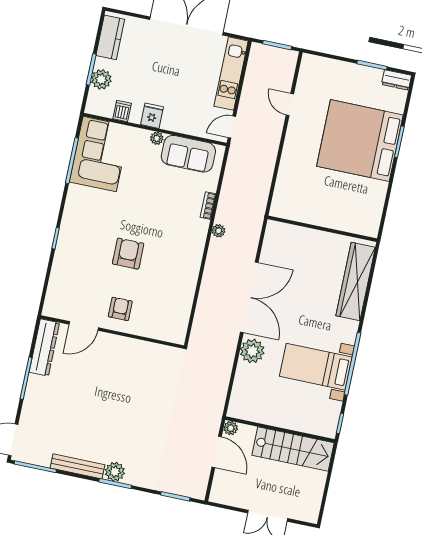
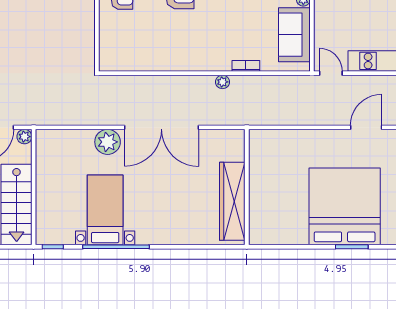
door: (290, 105) -> (366, 127), width x1.38
wardrobe: (356, 281) -> (232, 201), moved, turned -90

